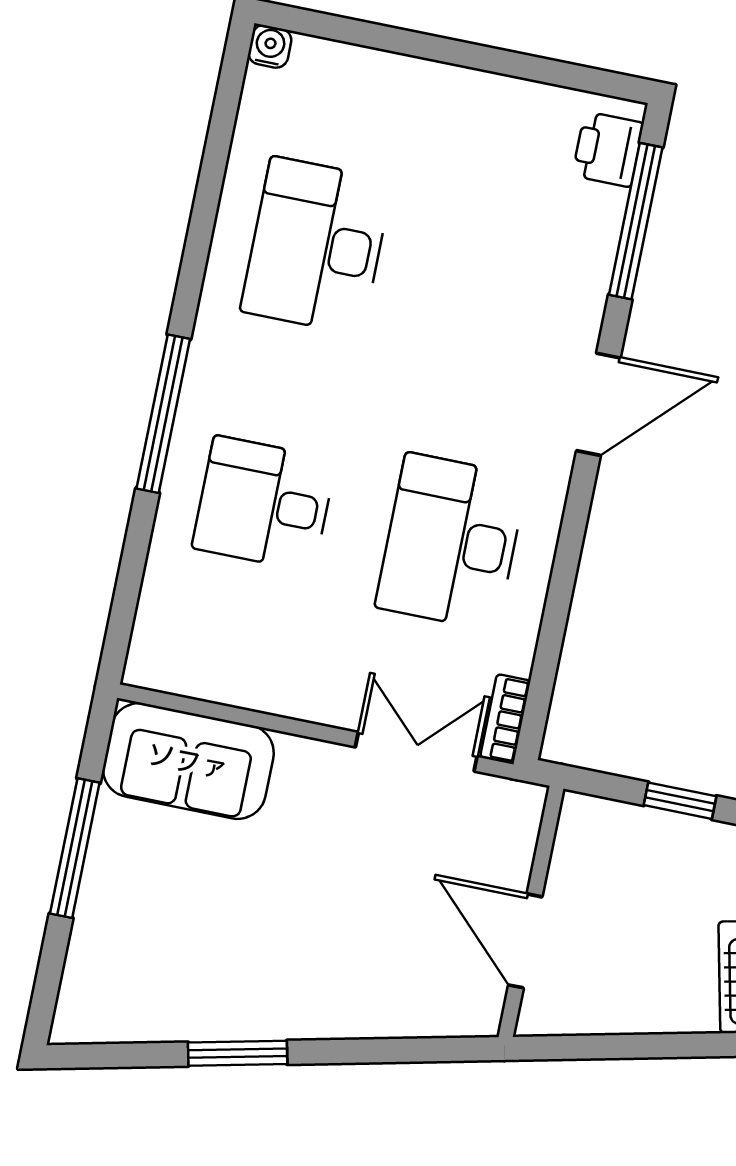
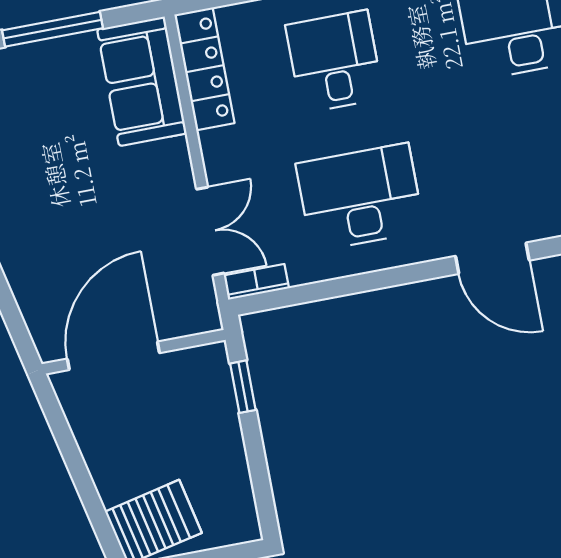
locker: (205, 674) -> (204, 69), added
window: (680, 801) -> (243, 387), moved
door: (525, 941) -> (113, 356), width x1.36

